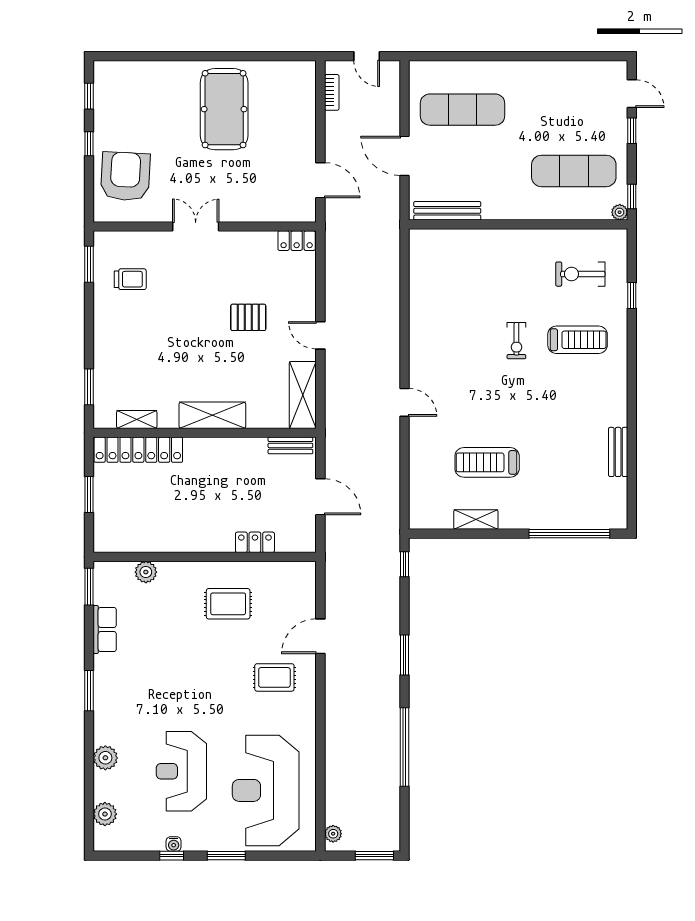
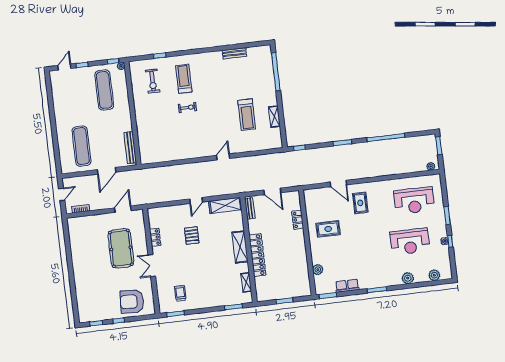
pool table: (224, 109) -> (121, 248), moved, turned 90
locker: (297, 241) -> (155, 237), moved
locker: (138, 450) -> (257, 255), moved
door: (320, 497) -> (272, 191), swing flipped
rug: (228, 604) -> (328, 229), turned 90
reception desk: (266, 790) -> (414, 201), width x0.74, depth x0.77

